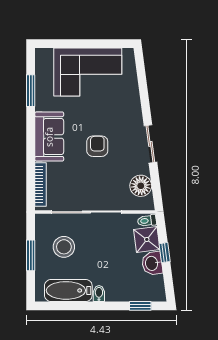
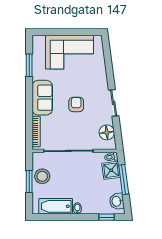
stool: (64, 247) -> (42, 176), moved
window: (165, 253) -> (124, 180), width x2.17
washbasin: (152, 263) -> (117, 201), moved

